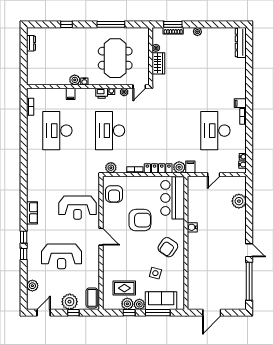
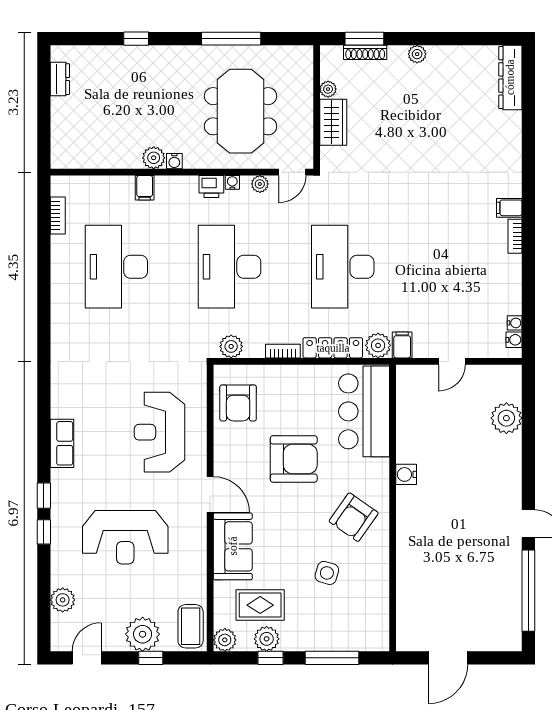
desk: (215, 131) -> (343, 267), moved
reception desk: (77, 208) -> (160, 432), turned 90
sofa: (161, 301) -> (233, 546), moved, turned 90
plant: (139, 304) -> (225, 640), moved

